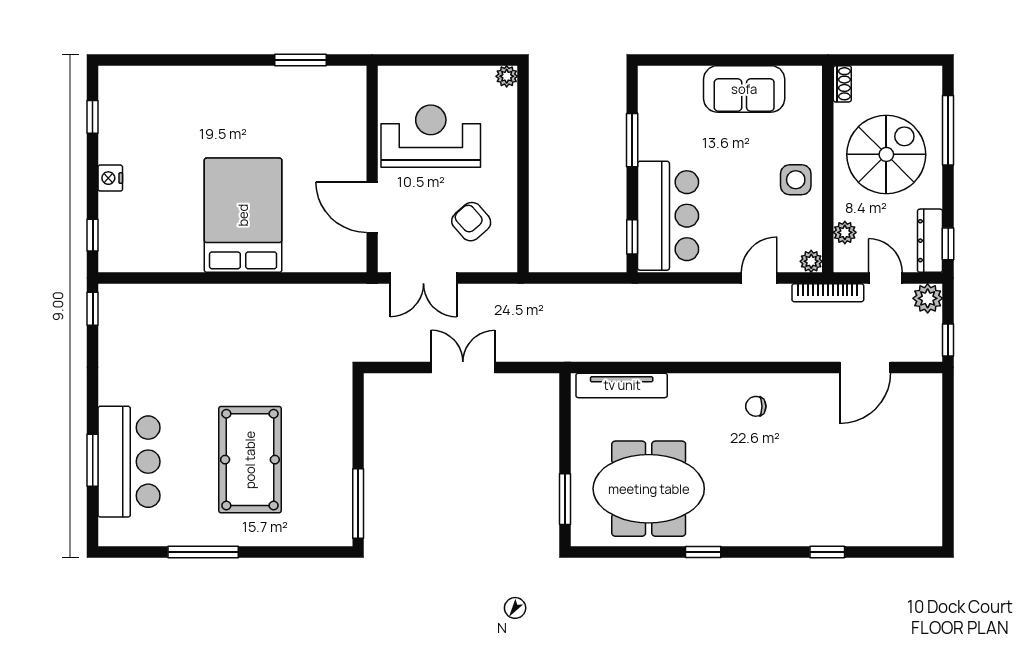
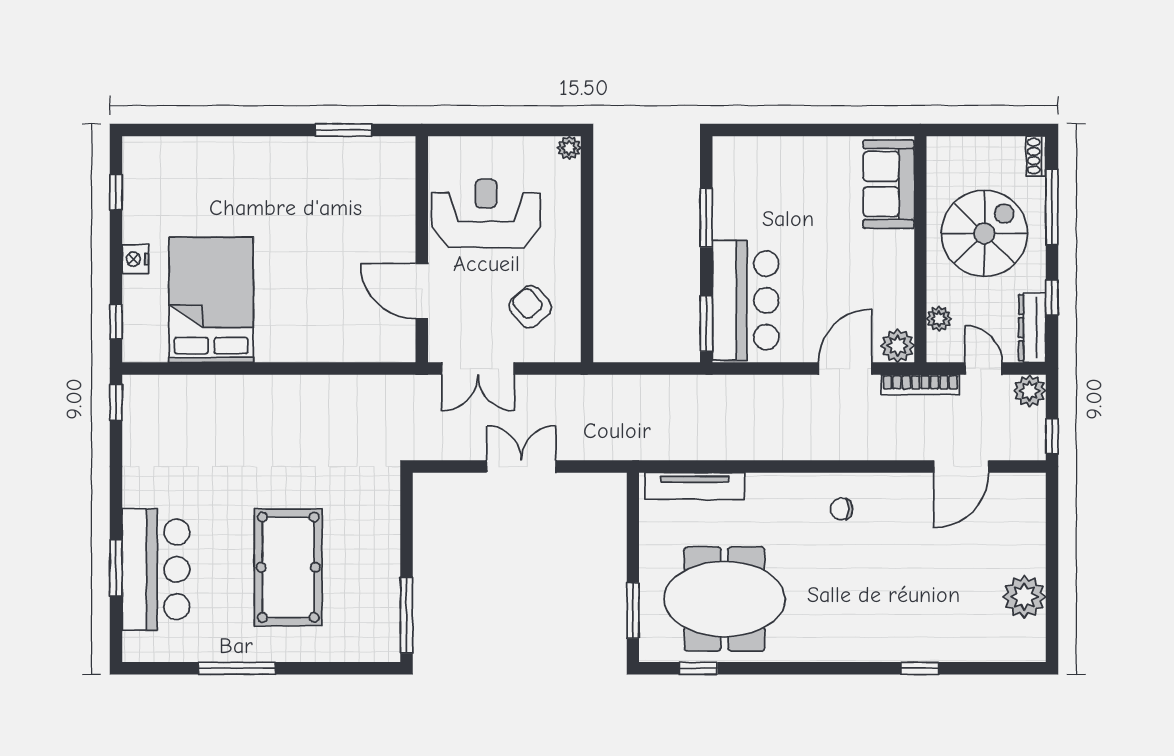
shoe rack: (842, 84) -> (1036, 156), moved, turned 180
sofa: (744, 89) -> (889, 184), moved, turned 90
side table: (796, 180) -> (885, 261), removed
bed: (243, 215) -> (211, 300), moved
window: (632, 237) -> (706, 324), width x1.50
window: (948, 244) -> (1052, 298), moved
plant: (811, 261) -> (898, 346), width x1.38, depth x1.38
door: (759, 278) -> (845, 369), width x1.38
plant: (923, 487) -> (1024, 597), added
window: (703, 552) -> (698, 668), moved

